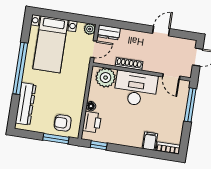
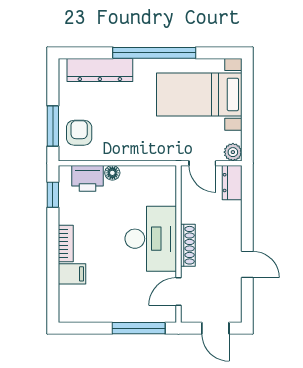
shoe rack: (129, 64) -> (188, 245), moved
plant: (106, 78) -> (161, 189), removed
bookcase: (168, 148) -> (66, 243), moved

